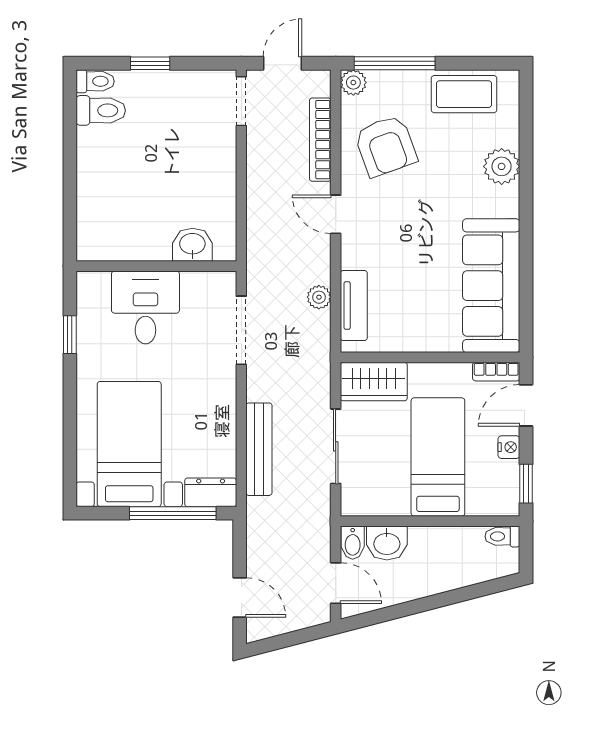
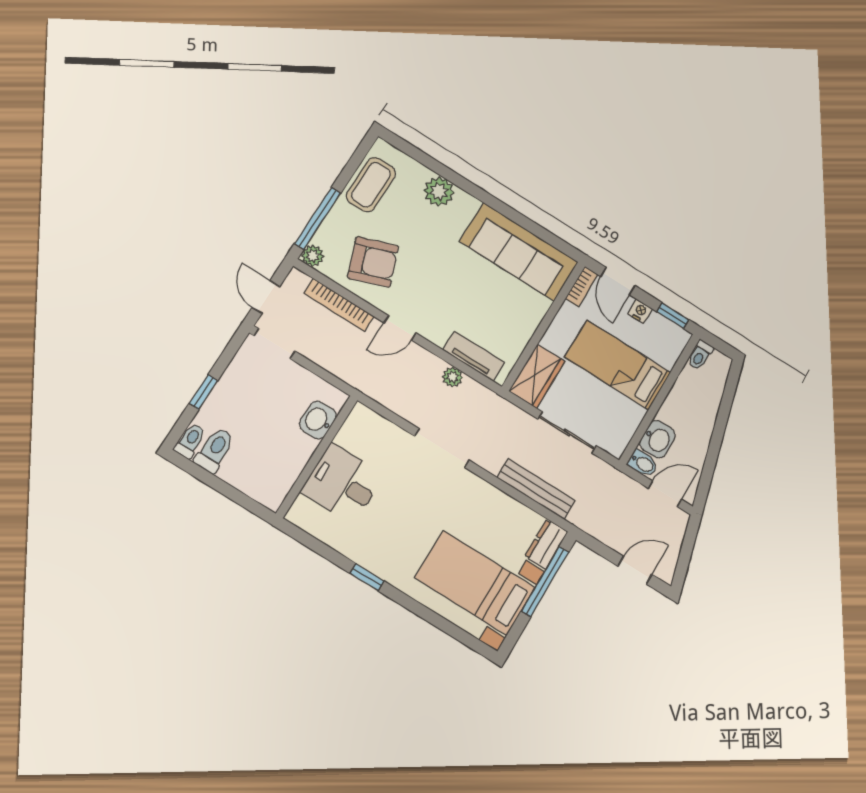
washbasin: (192, 245) -> (318, 420), moved
wall: (156, 266) -> (317, 456), moved
desk: (145, 307) -> (342, 483), moved

